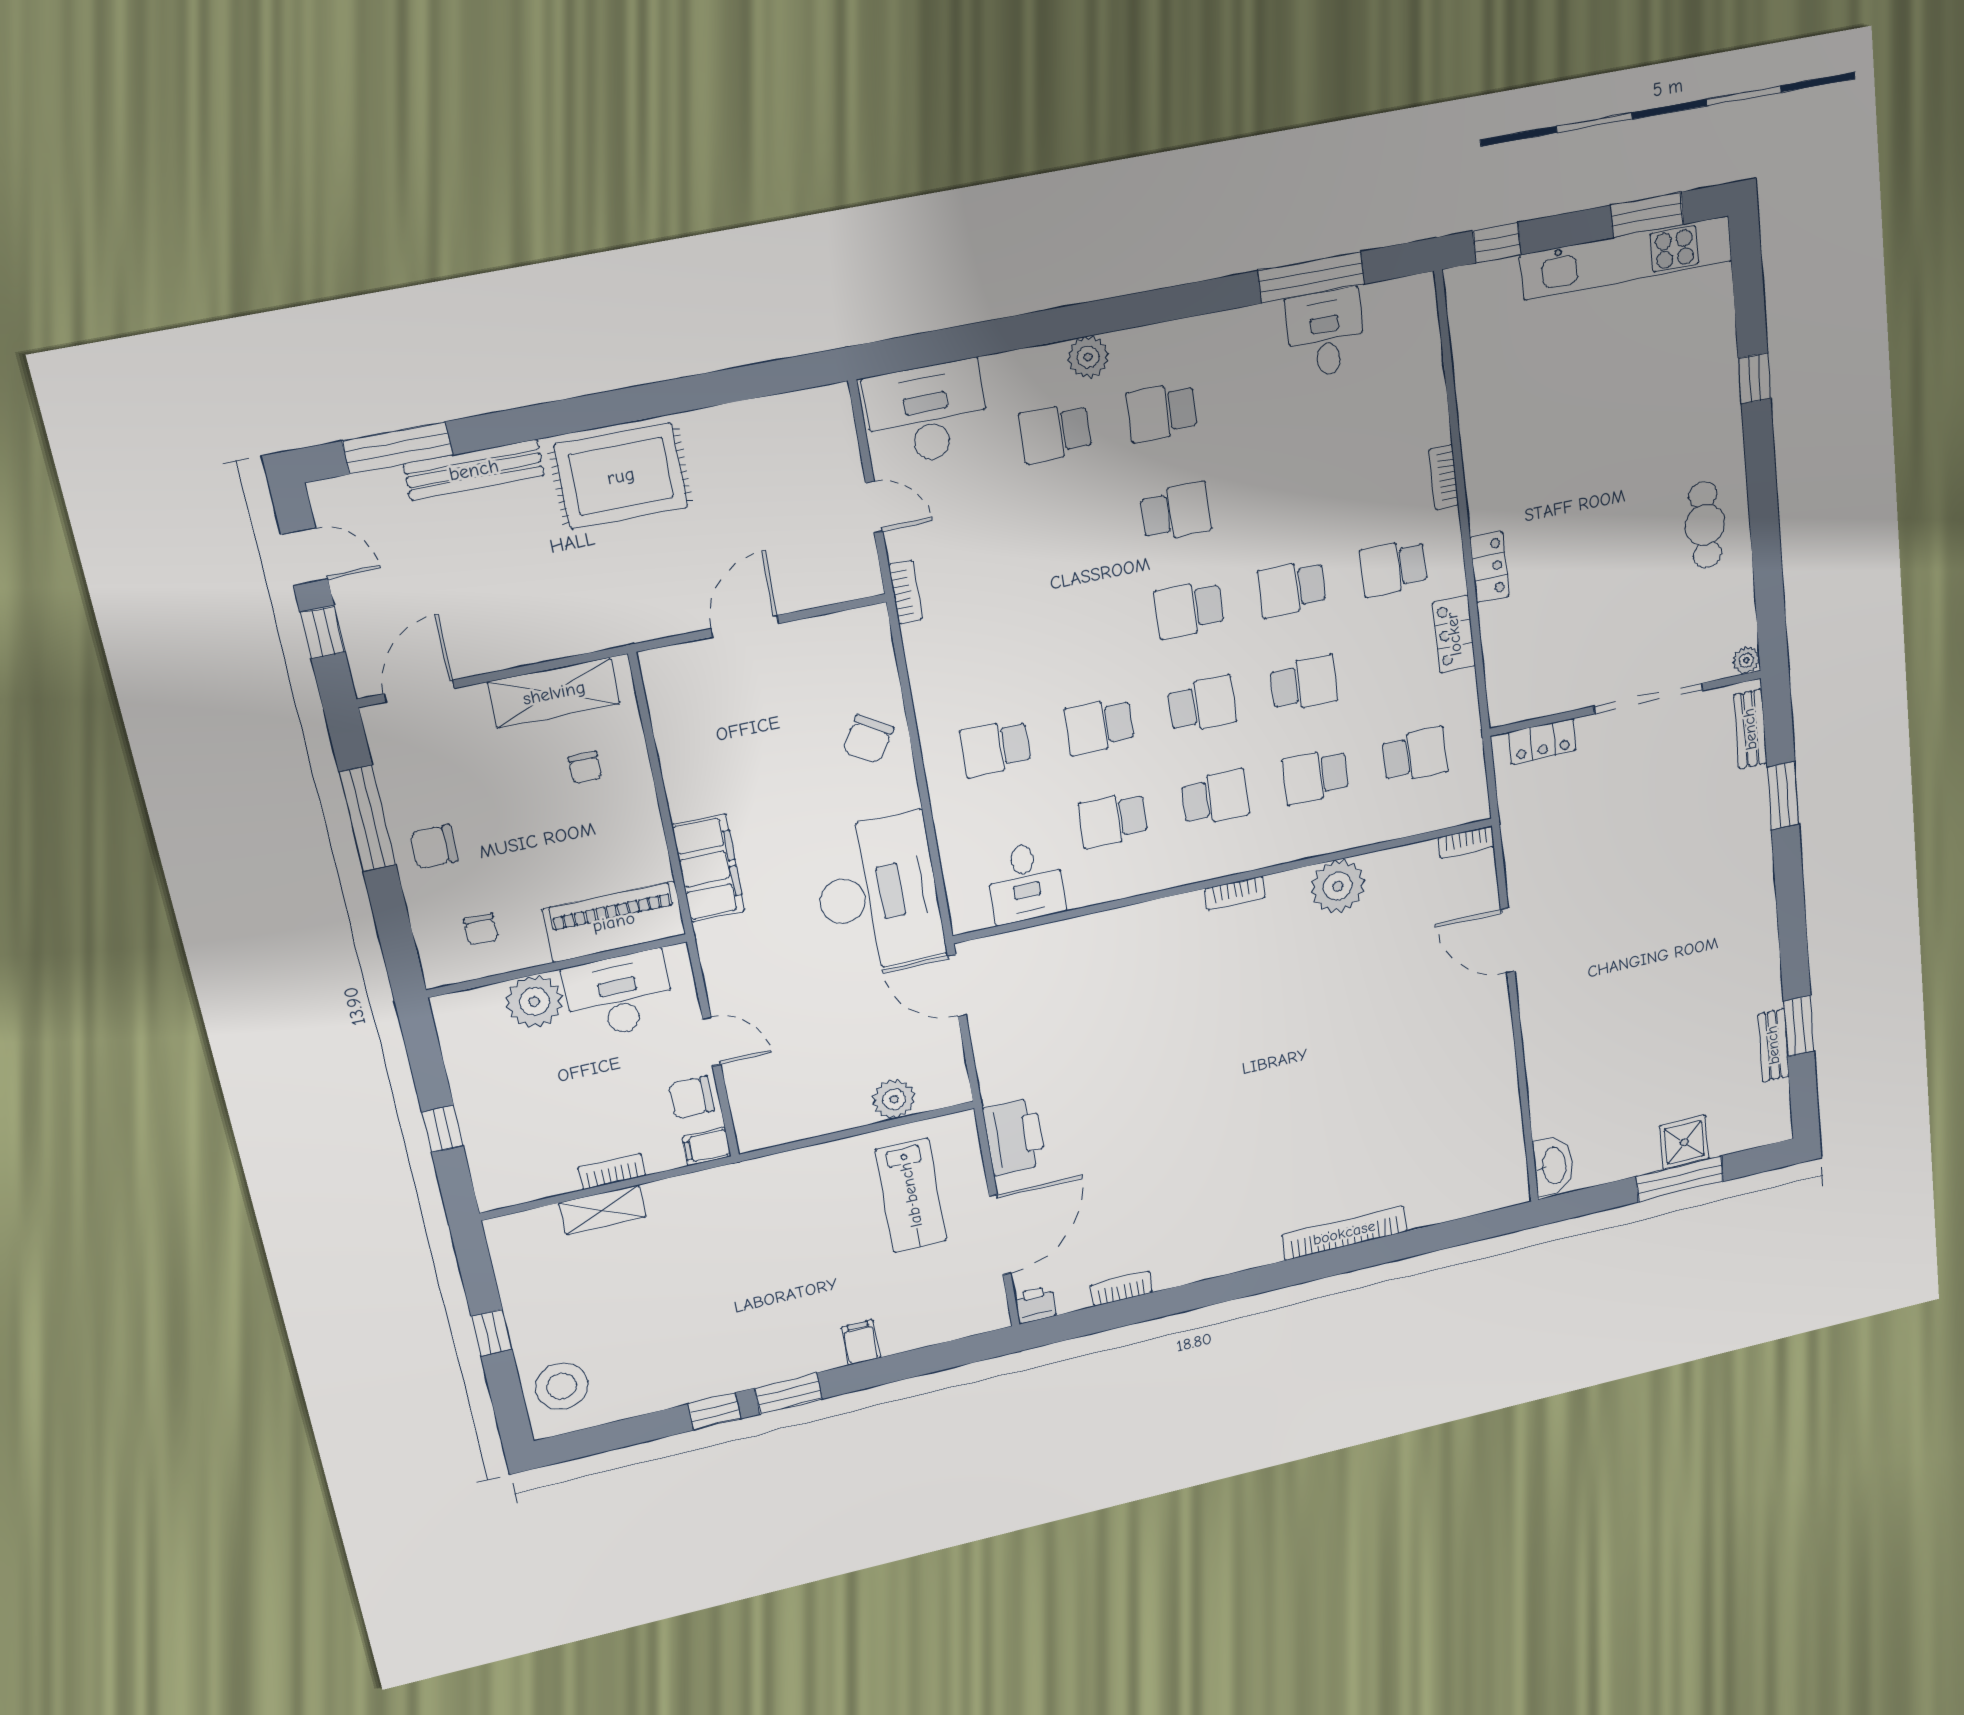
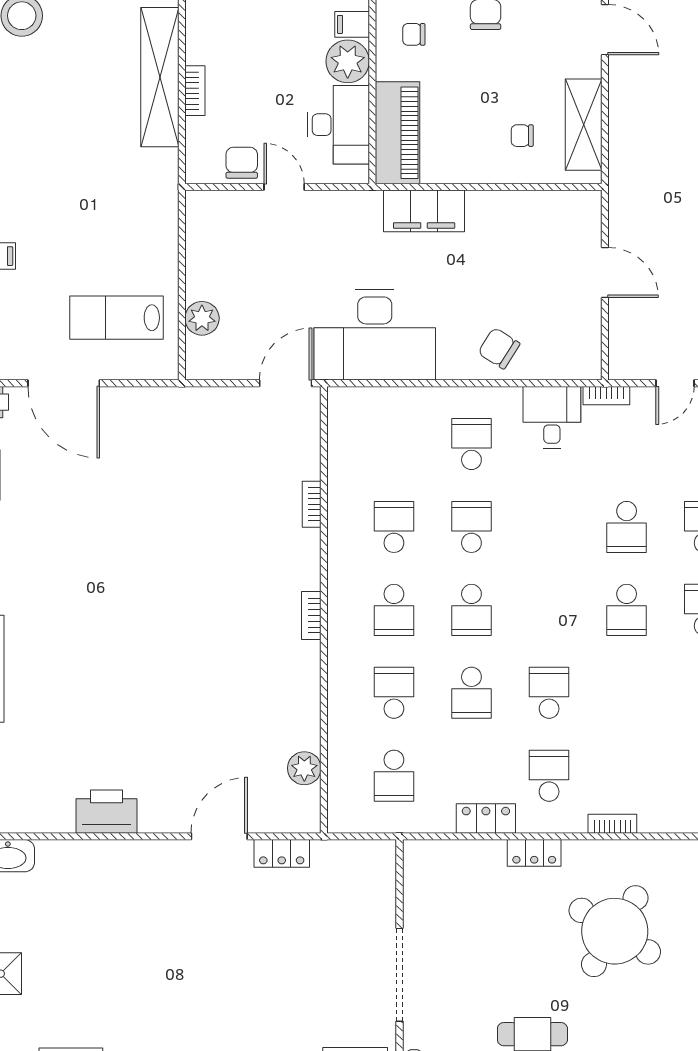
round table: (1574, 448) -> (615, 931), added
school desk: (1189, 609) -> (627, 527), moved, turned 180
locker: (1542, 741) -> (282, 853), moved, turned -90
bookcase: (1466, 842) -> (312, 504), moved
desk: (1026, 882) -> (552, 417), moved, turned 90
plant: (1338, 886) -> (304, 768), moved, width x0.73, depth x0.73
door: (712, 1041) -> (284, 187), swing flipped
printer: (1014, 1137) -> (106, 812), moved, turned 180
filing cabinet: (707, 1147) -> (352, 24), moved, turned -90
shelving: (602, 1210) -> (160, 77), width x2.20, depth x1.33

